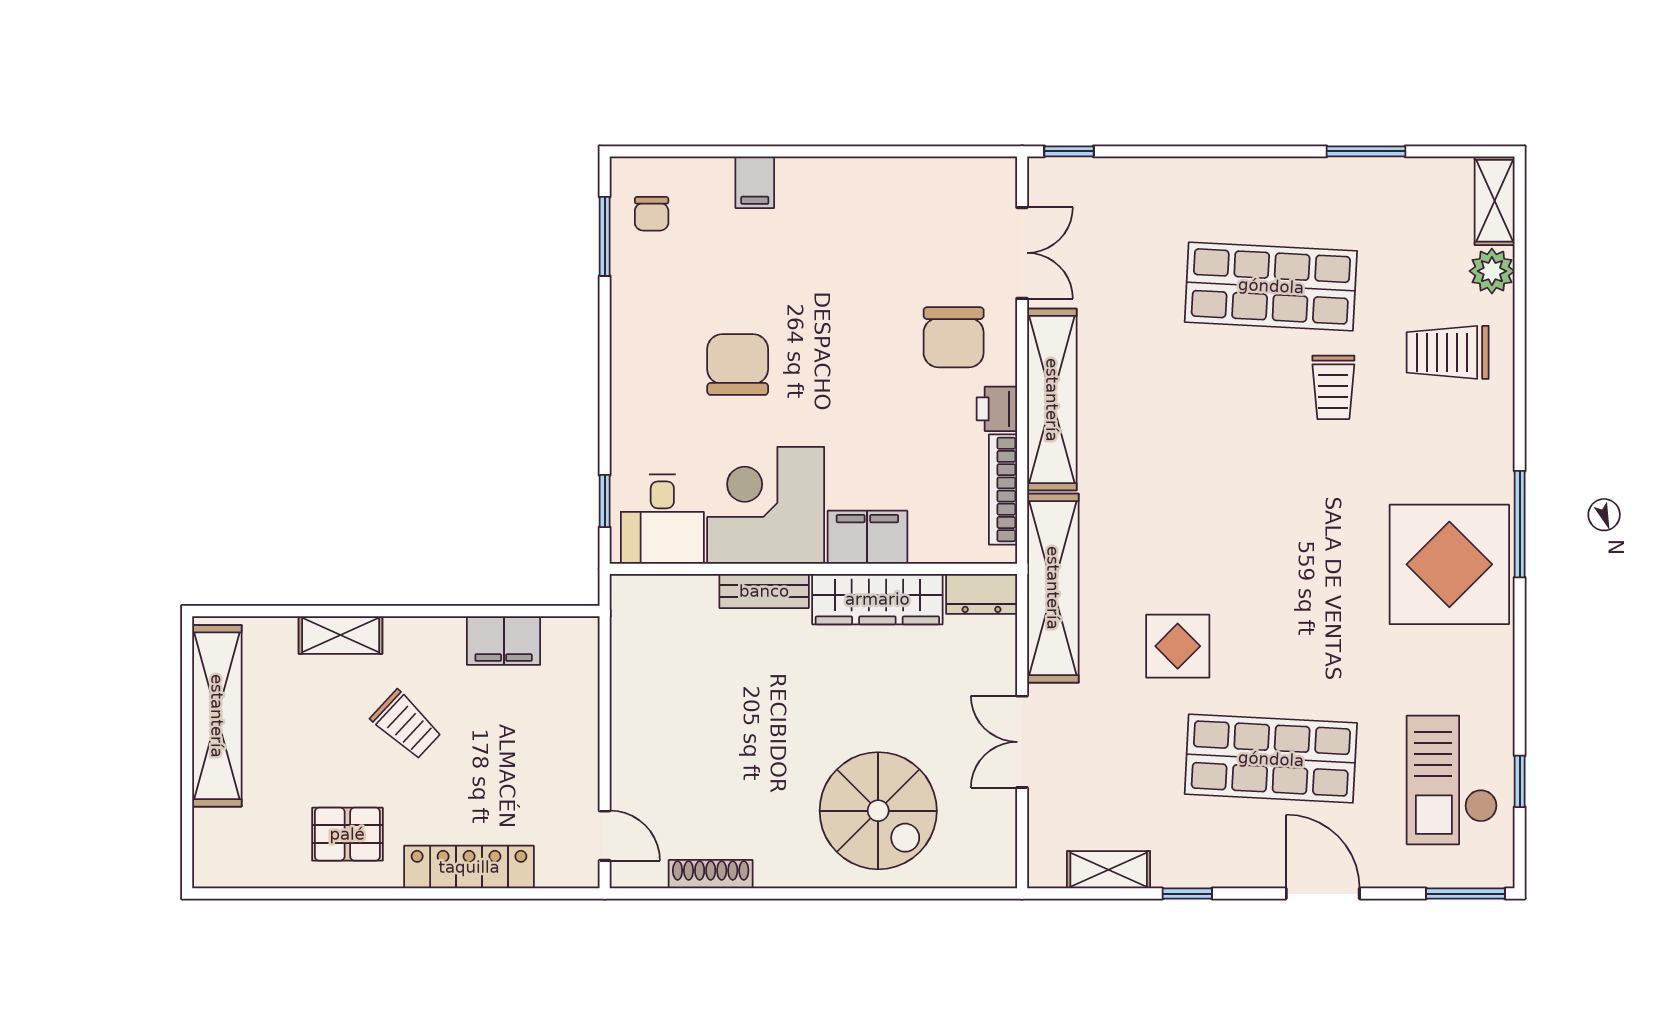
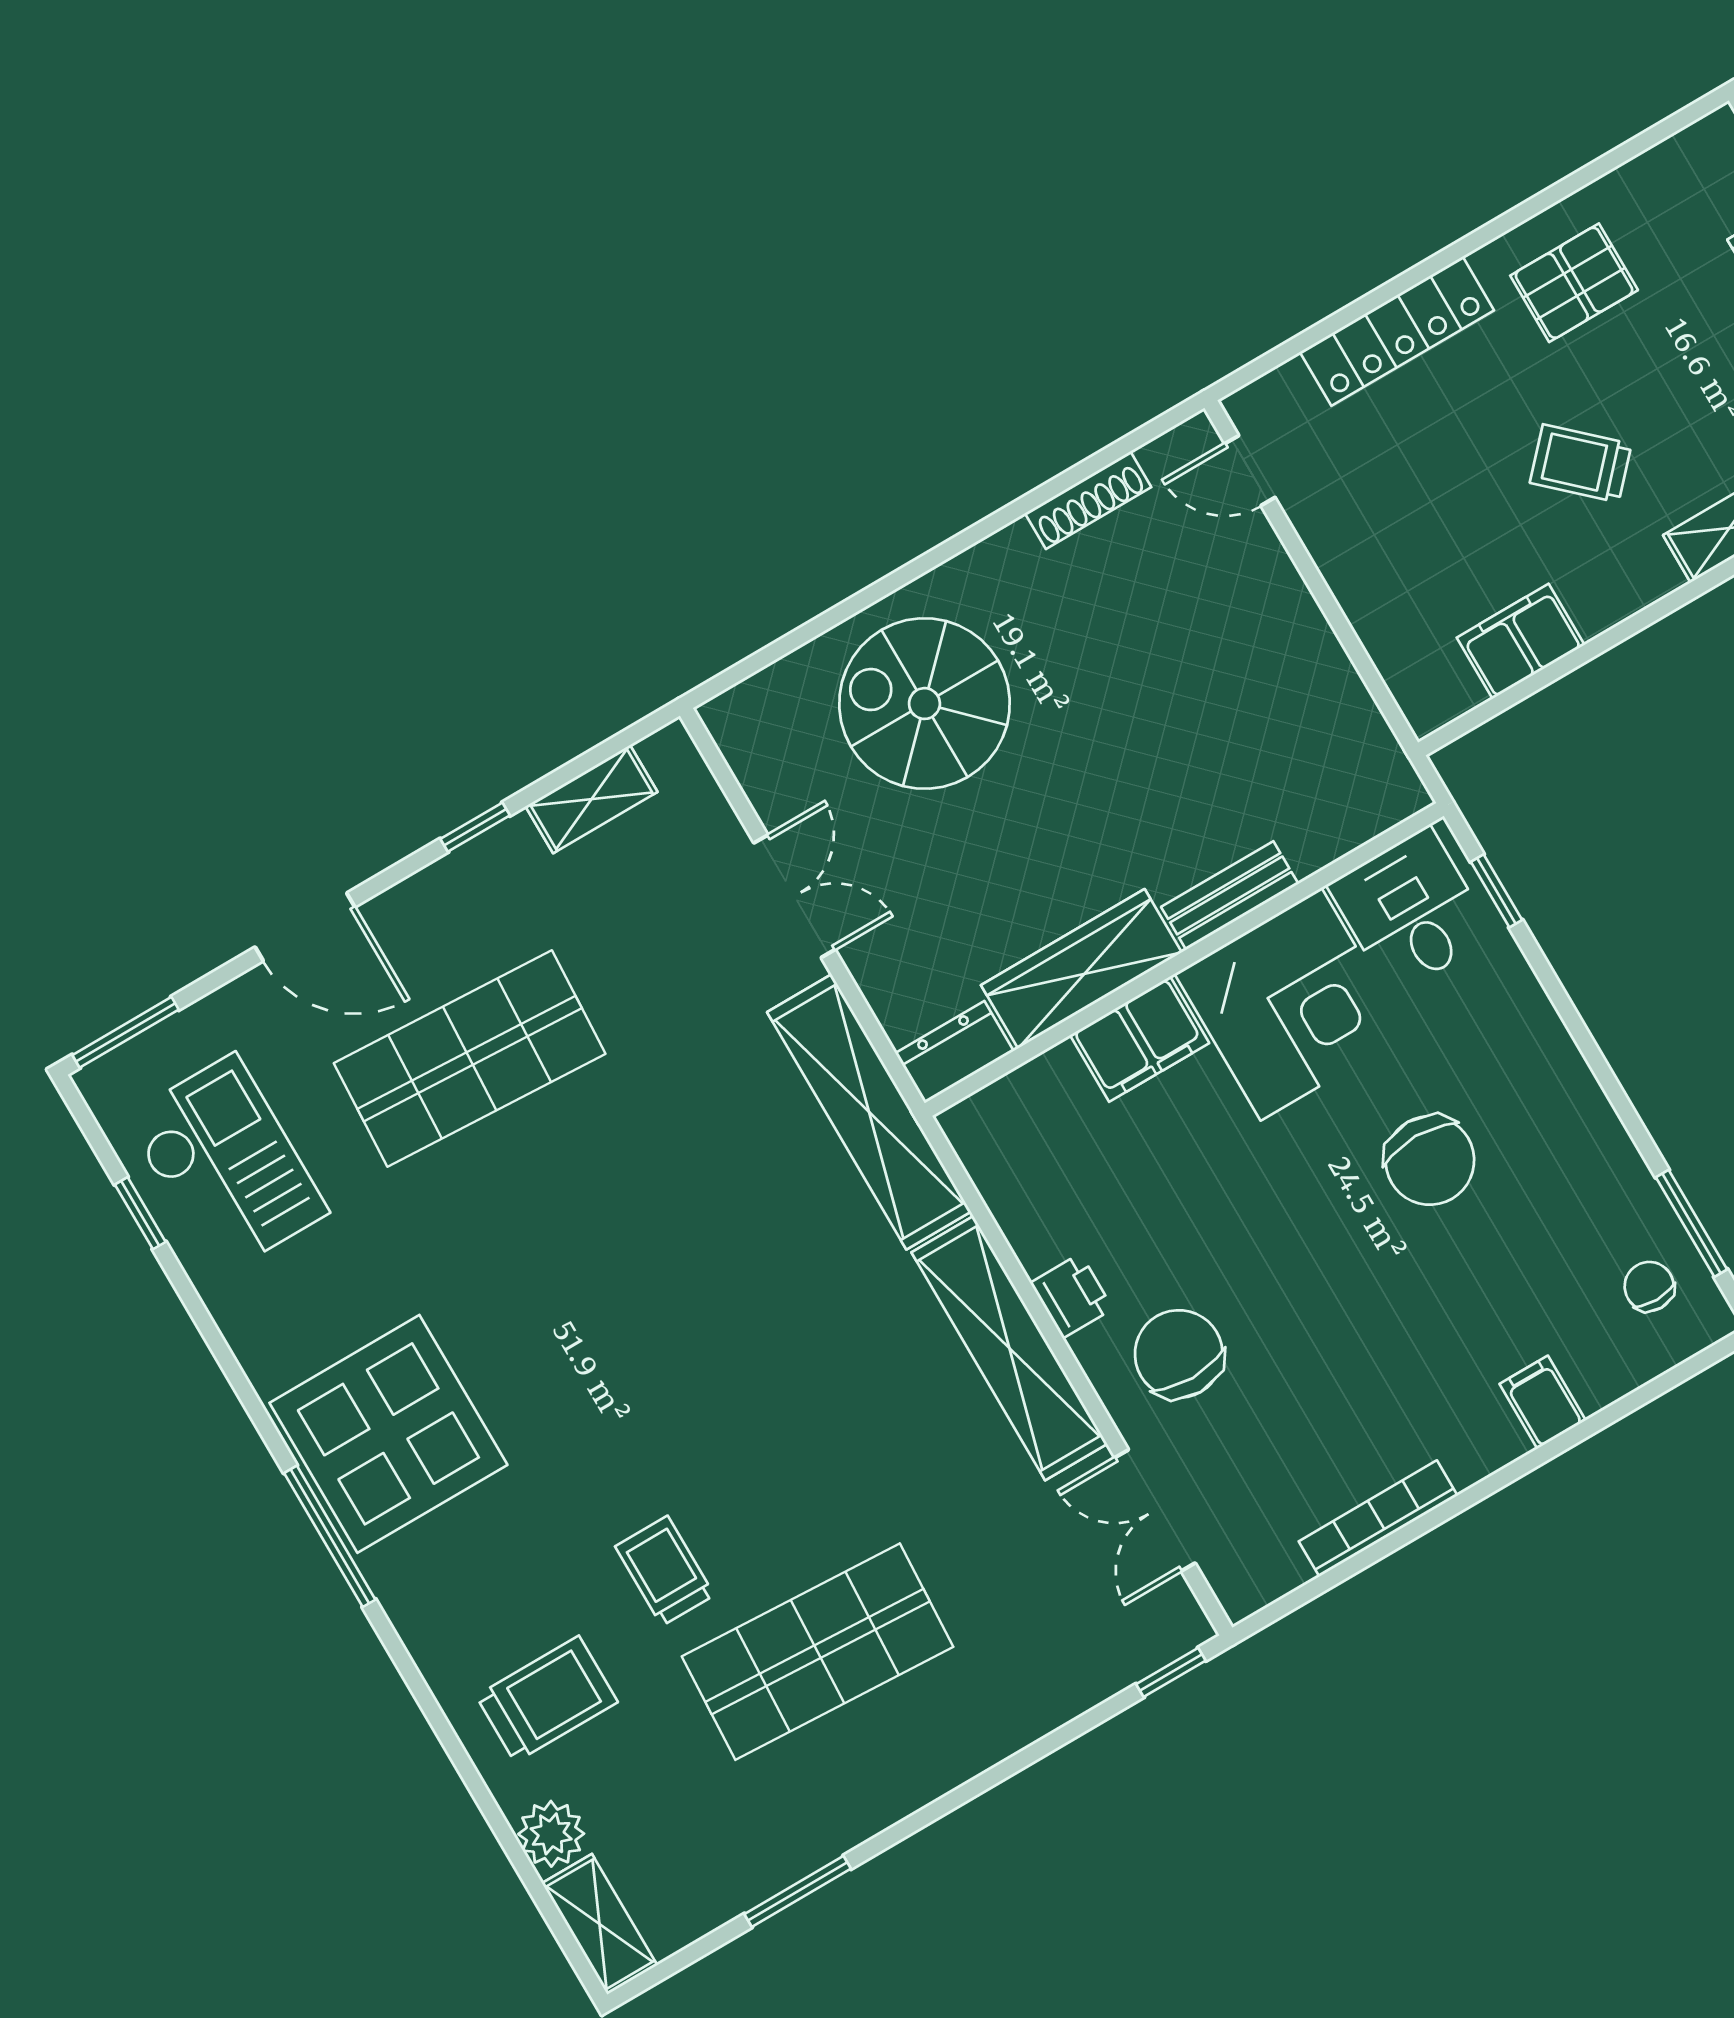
bookcase: (1003, 489) -> (1378, 1518), moved, turned -90
display table: (1178, 646) -> (669, 1131), removed

